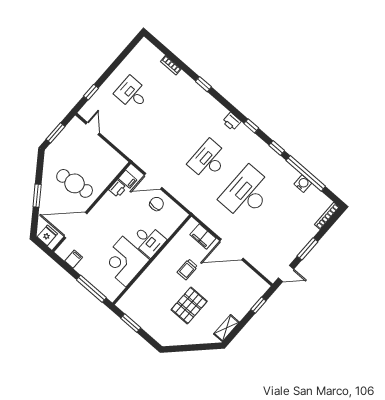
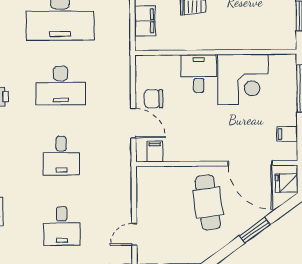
desk: (170, 127) -> (61, 156), added
printer: (118, 189) -> (173, 153), removed

